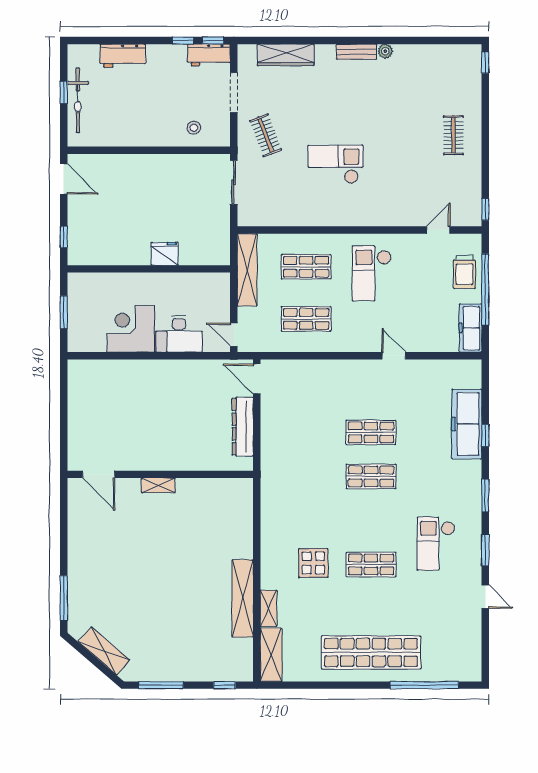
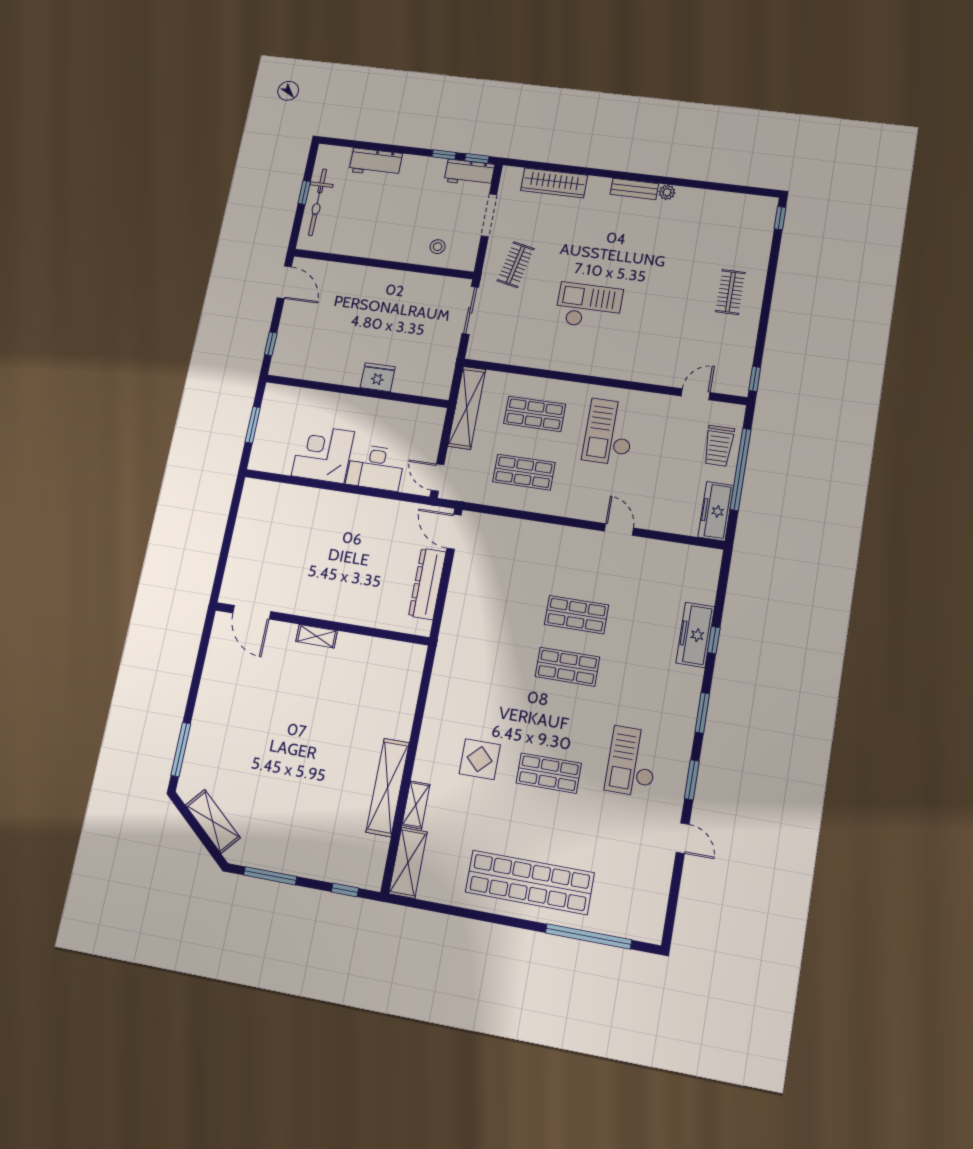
clothes rail: (266, 135) -> (516, 265), turned 33
freezer: (467, 424) -> (695, 635), width x0.73, depth x0.79

